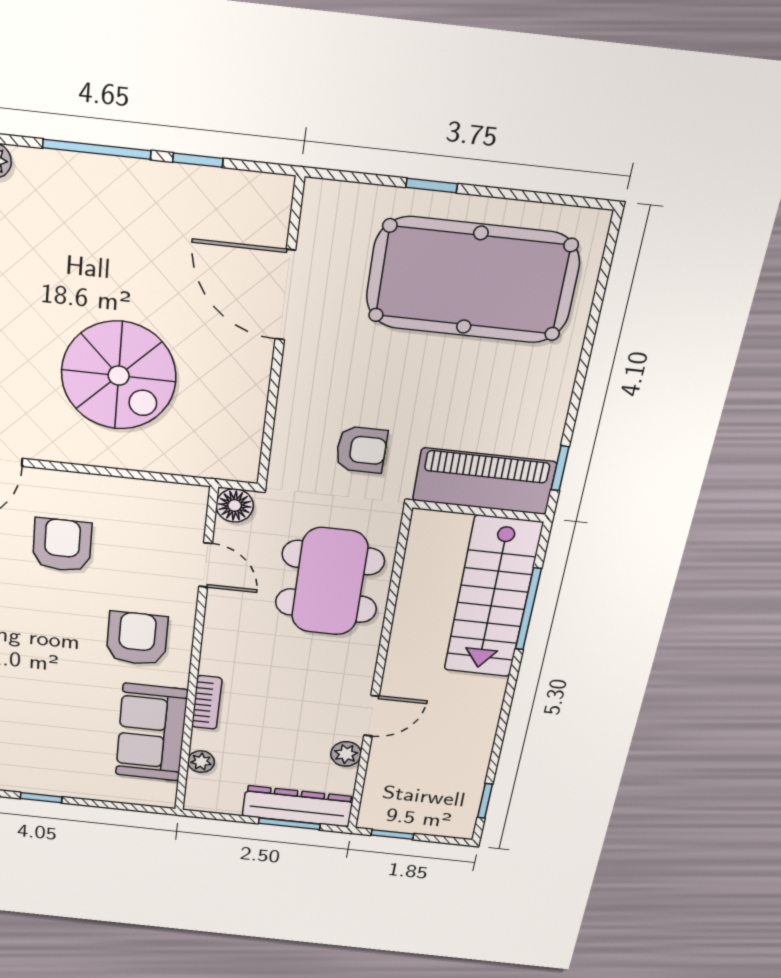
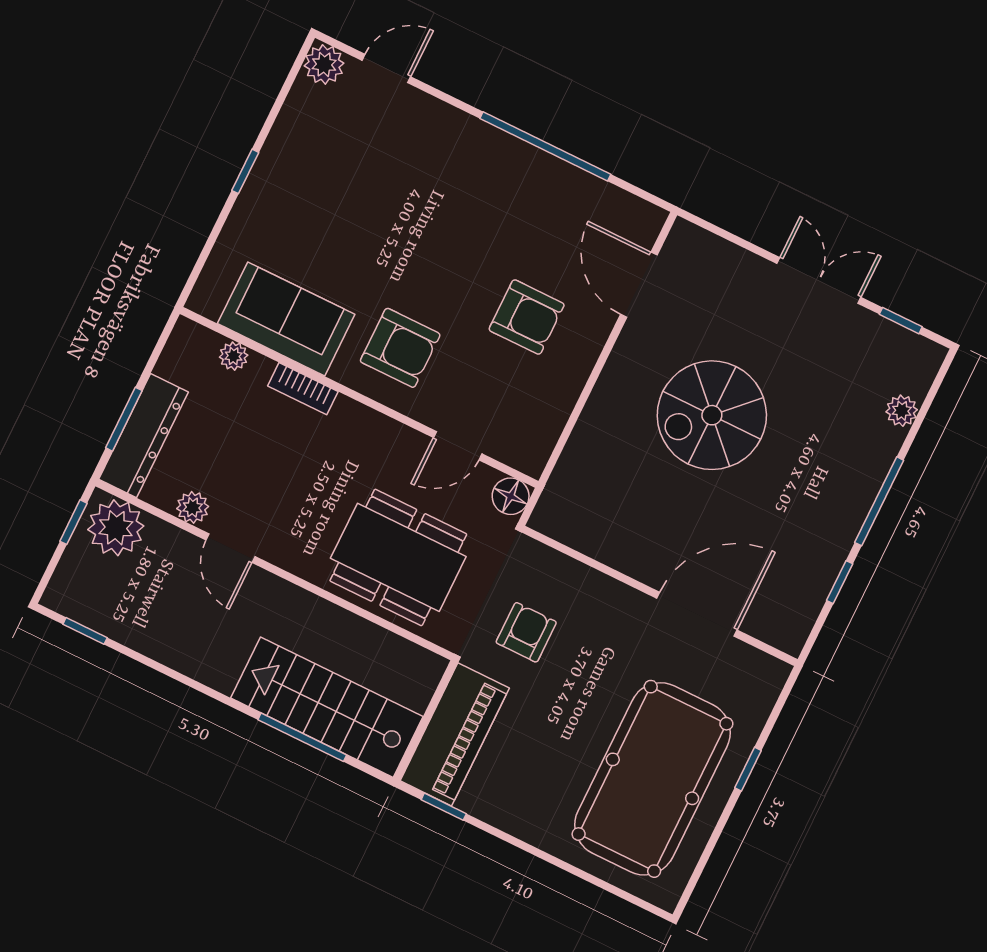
spiral stairs: (119, 376) -> (712, 415), moved
armchair: (361, 450) -> (526, 632), turned 180
plant: (386, 804) -> (116, 528), added

